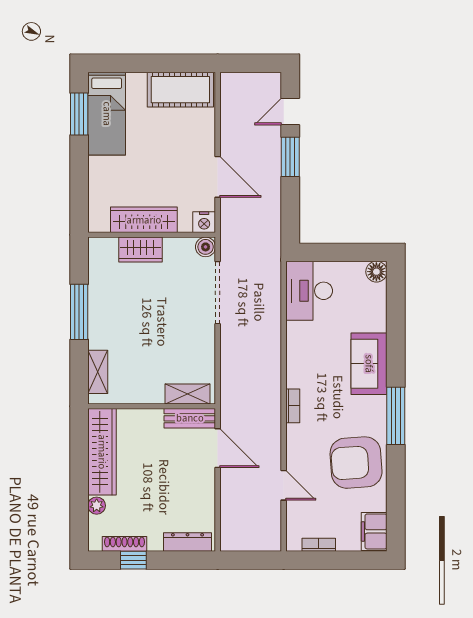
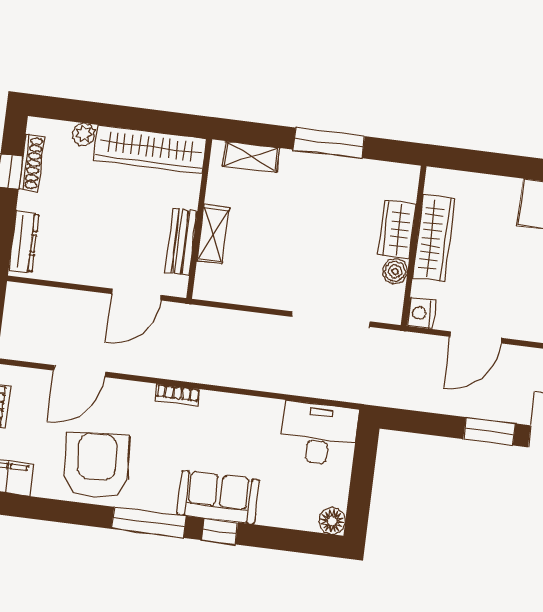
boiler: (206, 247) -> (395, 271), moved
window: (396, 359) -> (220, 531), added
shelving: (188, 394) -> (213, 234), moved
bench: (190, 418) -> (181, 242), moved
door: (284, 485) -> (80, 371), width x1.37

